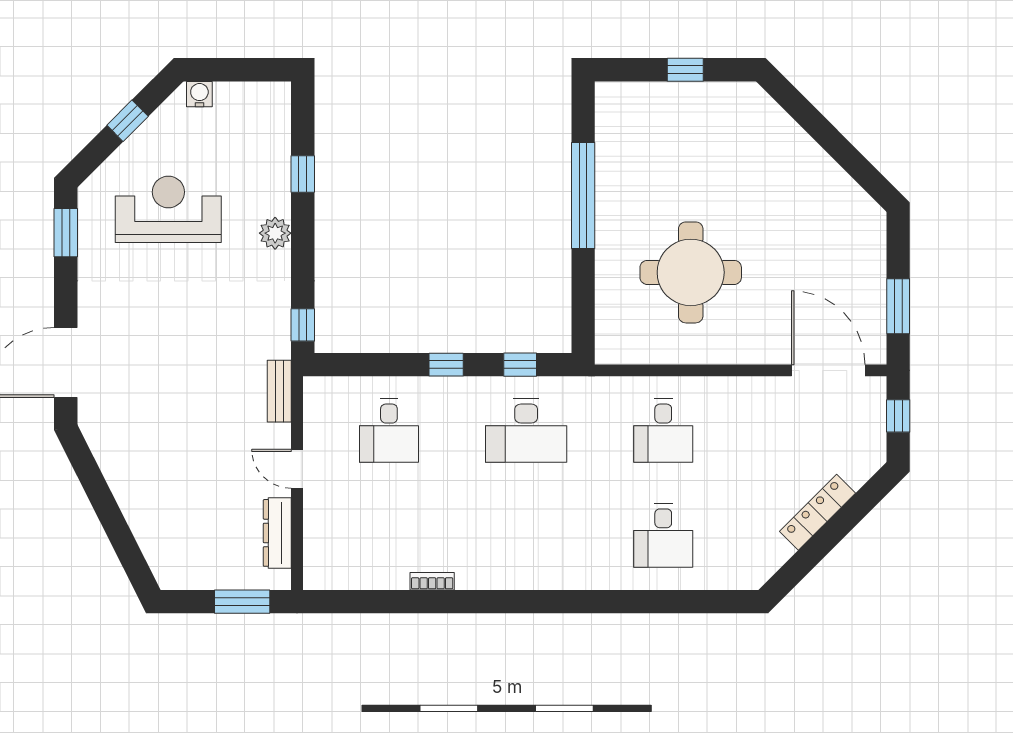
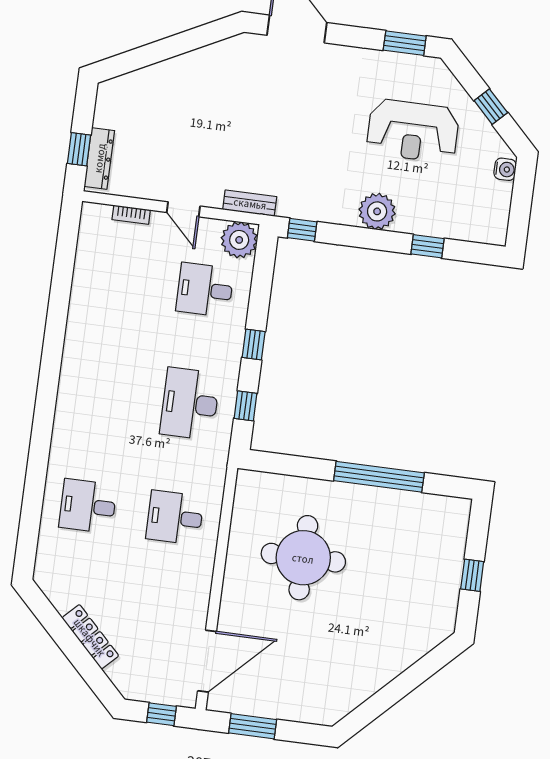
reception desk: (168, 209) -> (413, 131), turned 90
plant: (275, 233) -> (377, 211), width x1.36, depth x1.36
plant: (325, 398) -> (239, 240), added
door: (297, 469) -> (183, 209), swing flipped
dresser: (277, 533) -> (99, 158), moved, turned 90
bookcase: (432, 581) -> (131, 215), moved, turned 90
window: (242, 602) -> (79, 149), width x0.67

